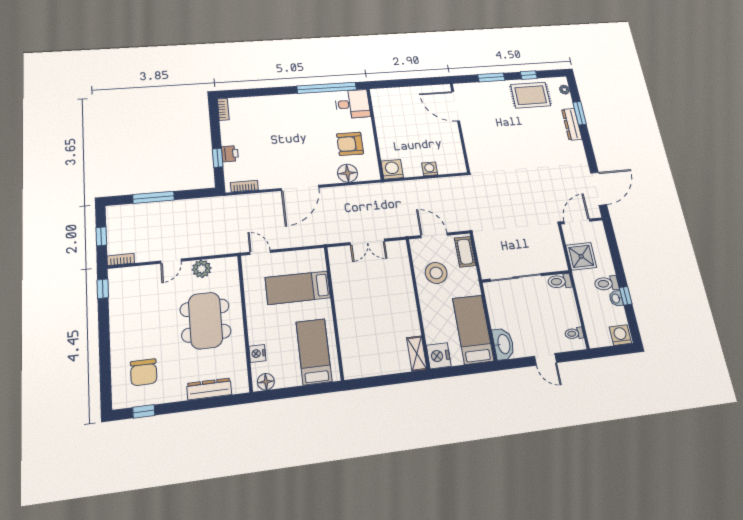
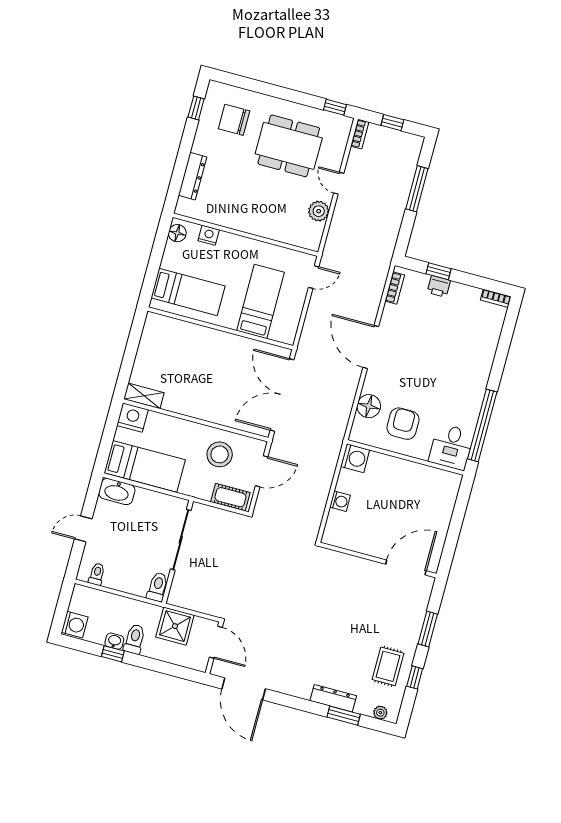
rug: (531, 95) -> (388, 666), width x0.73, depth x0.70
double door: (367, 242) -> (282, 395), width x1.87
dining table: (205, 320) -> (289, 146), moved

